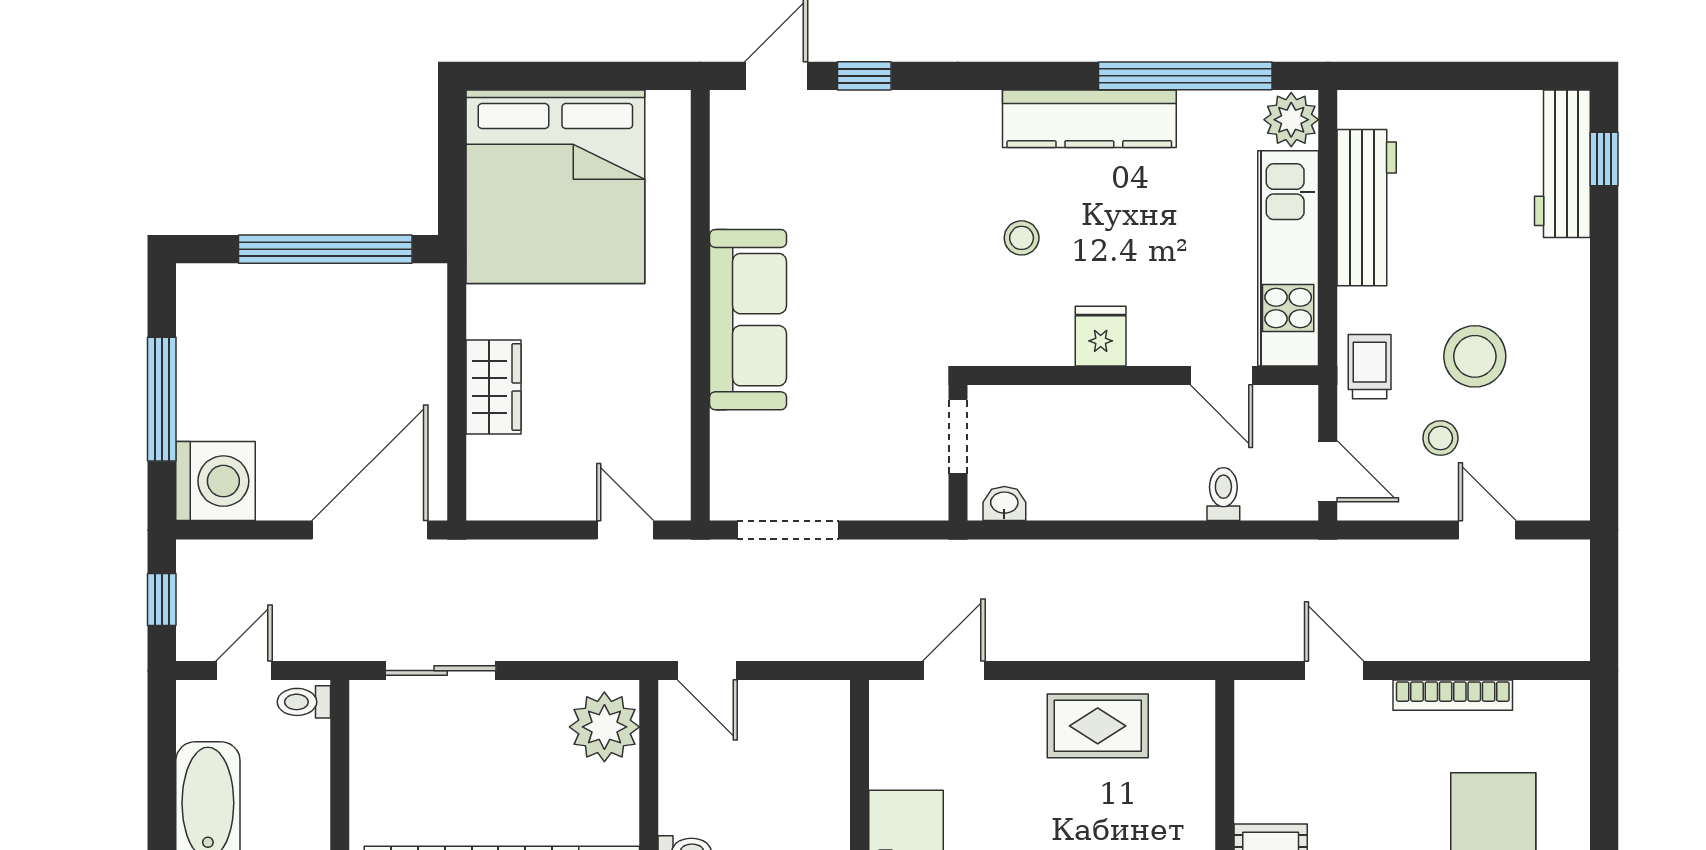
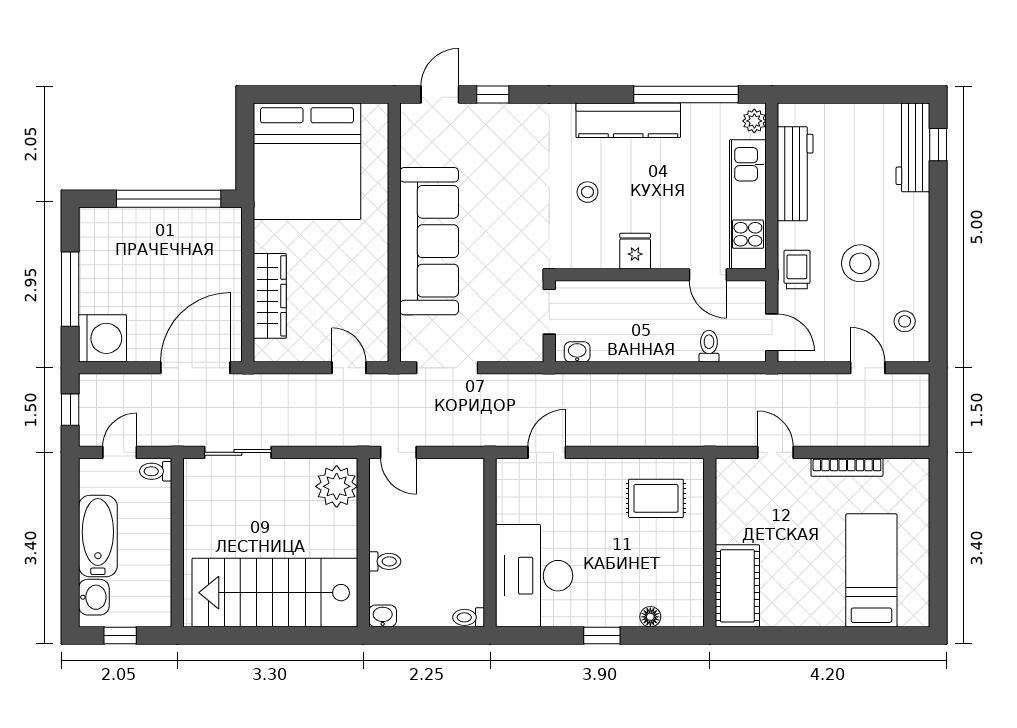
plant: (1291, 120) -> (754, 121), width x0.73, depth x0.73
sofa: (748, 320) -> (429, 241), width x1.36, depth x1.27
wardrobe: (493, 387) -> (270, 296), width x1.50
stool: (1440, 438) -> (905, 321), moved
rug: (1098, 726) -> (656, 498), moved

